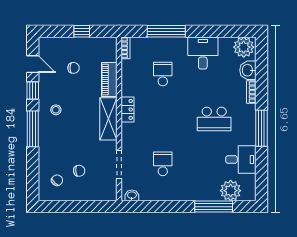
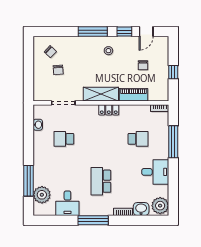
school desk: (163, 164) -> (64, 139), turned 180
washbasin: (132, 195) -> (38, 125), moved

